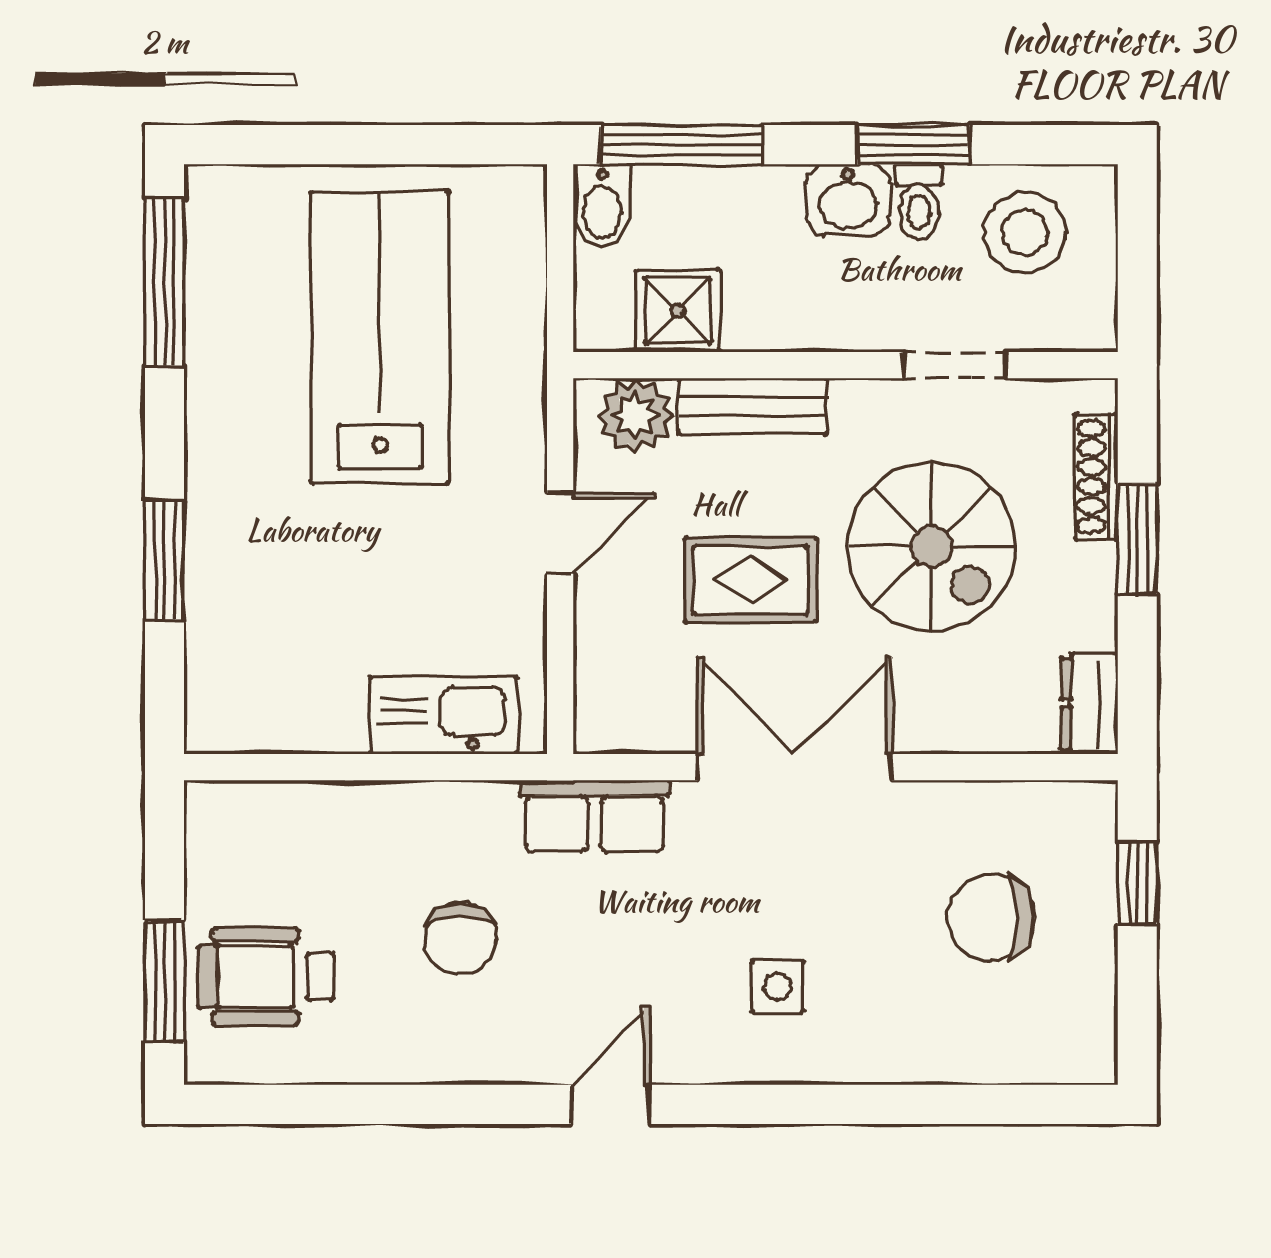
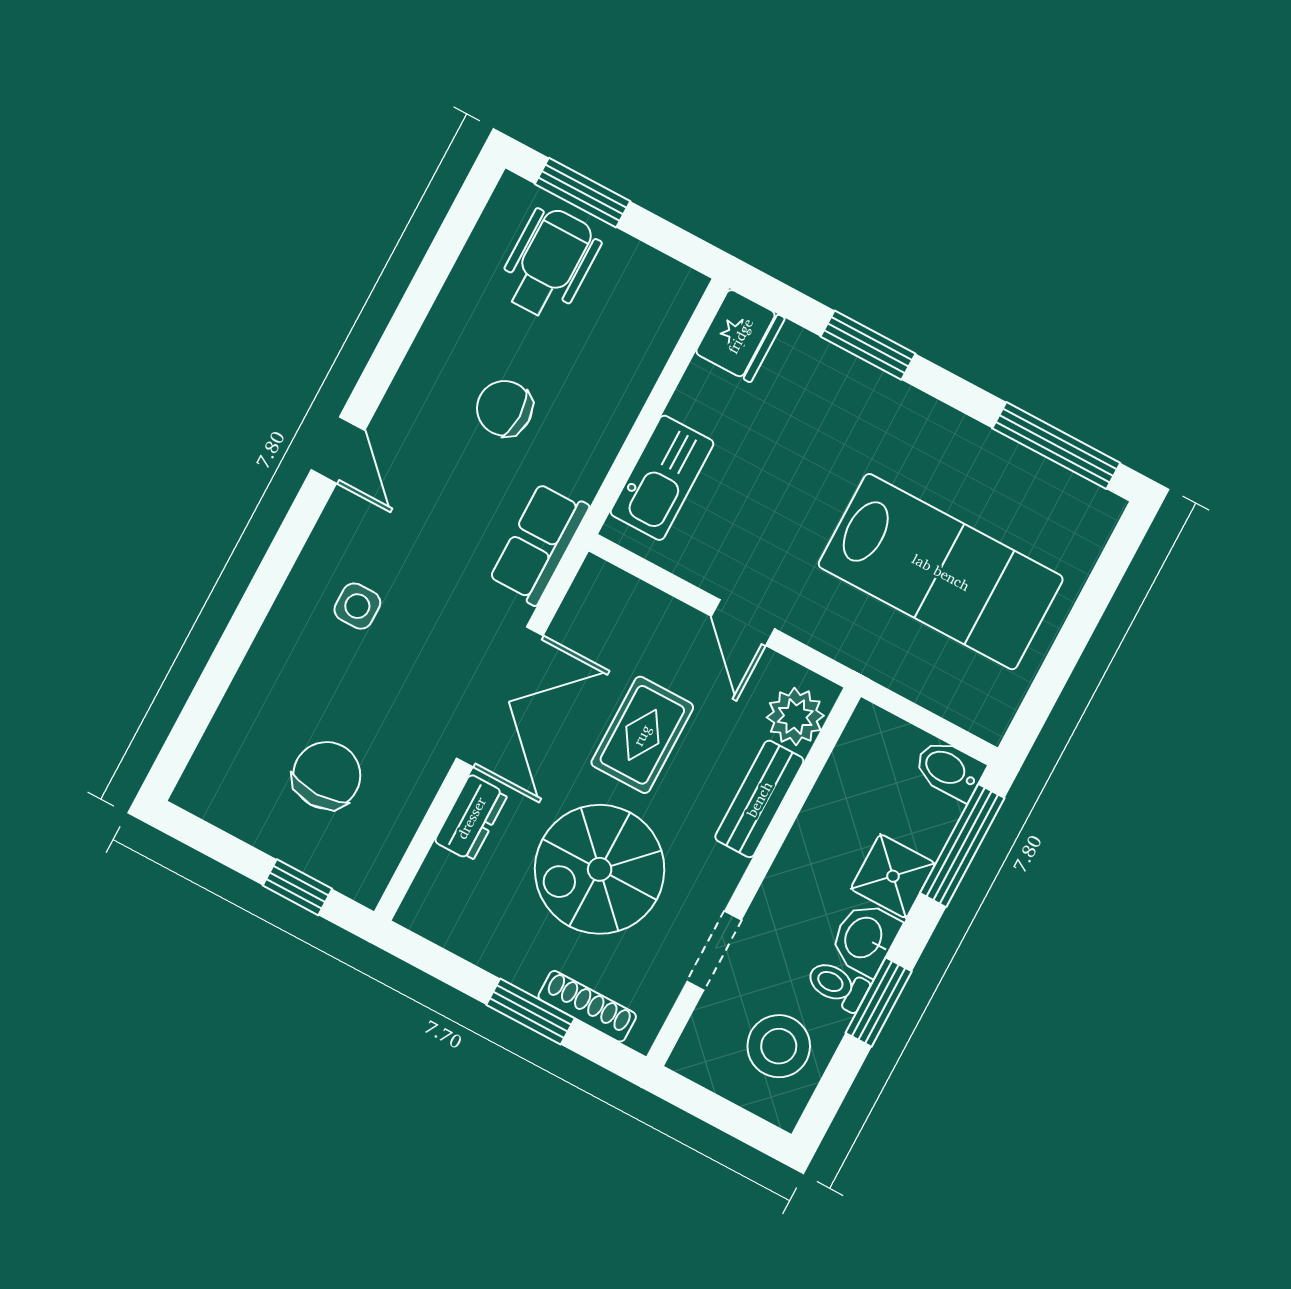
shower: (678, 311) -> (893, 876), moved
dresser: (1089, 704) -> (471, 818), moved, turned 90
fridge: (232, 713) -> (740, 336), added

